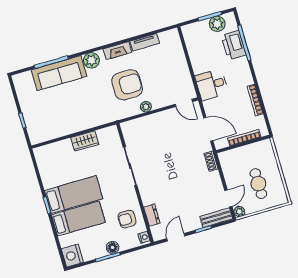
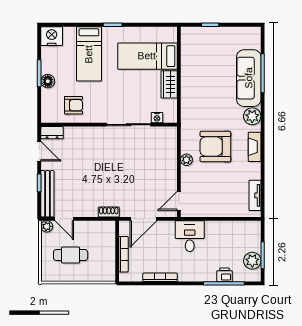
tv unit: (145, 42) -> (255, 195), moved
printer: (234, 45) -> (225, 275), width x0.53, depth x0.68
armchair: (127, 85) -> (215, 146), turned 90
bed: (74, 195) -> (147, 56), moved, turned 90
dresser: (152, 215) -> (52, 133), moved
bench: (216, 218) -> (47, 194), width x1.36
armchair: (127, 219) -> (73, 105), turned 90
nightstand: (144, 237) -> (157, 118), moved

